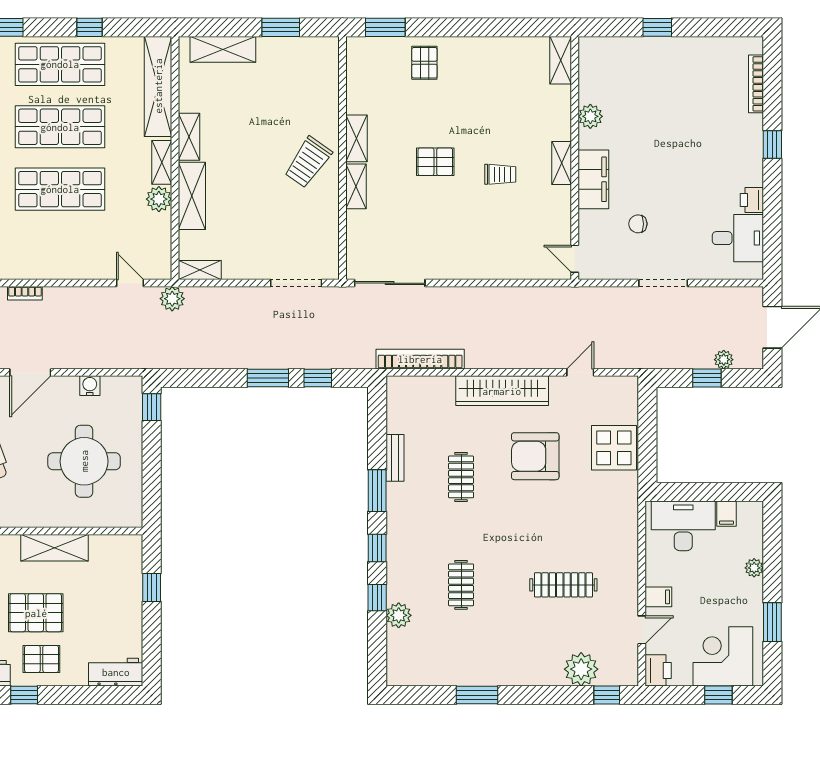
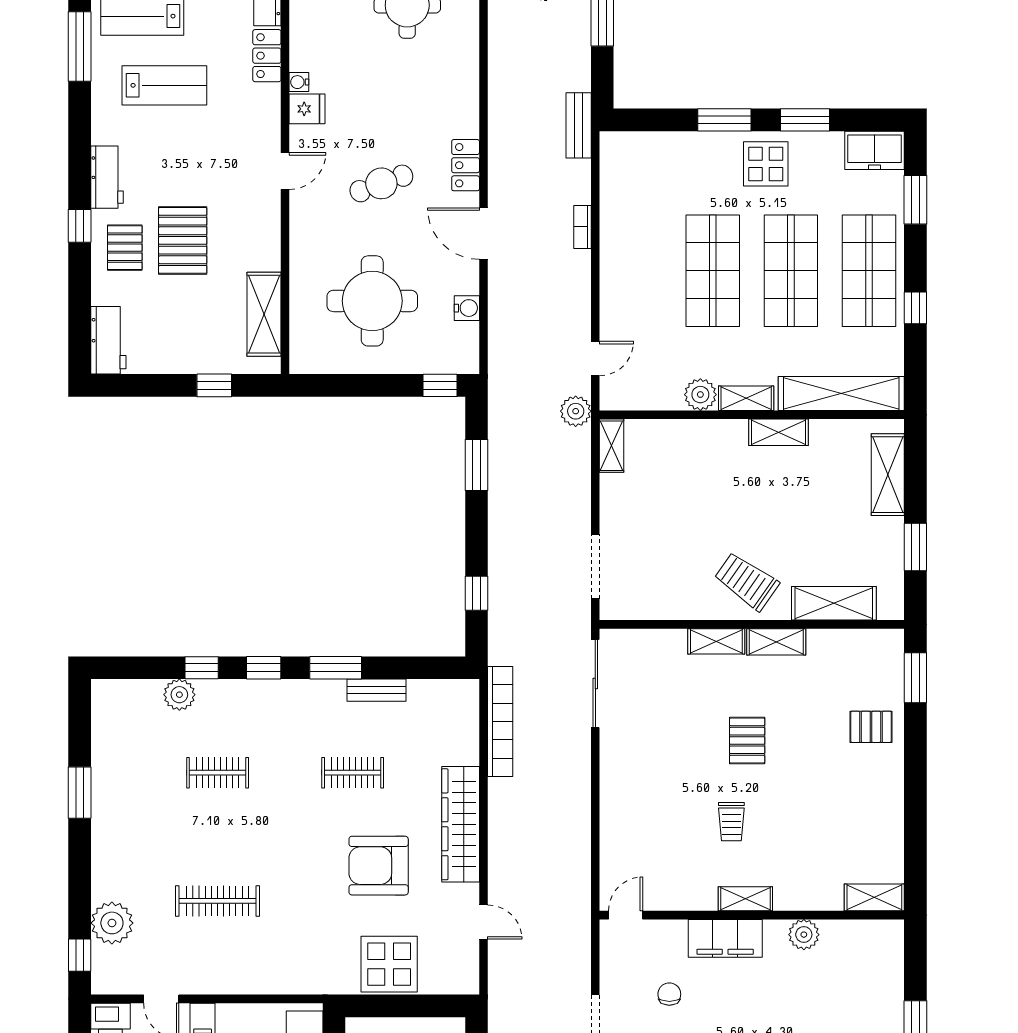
shelving: (192, 196) -> (834, 603), moved
window: (268, 378) -> (477, 465), moved
armchair: (535, 456) -> (379, 866), turned -90
shelving: (54, 548) -> (264, 314), moved
clothes rail: (563, 585) -> (218, 901), turned 90

